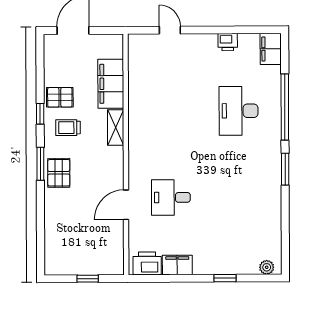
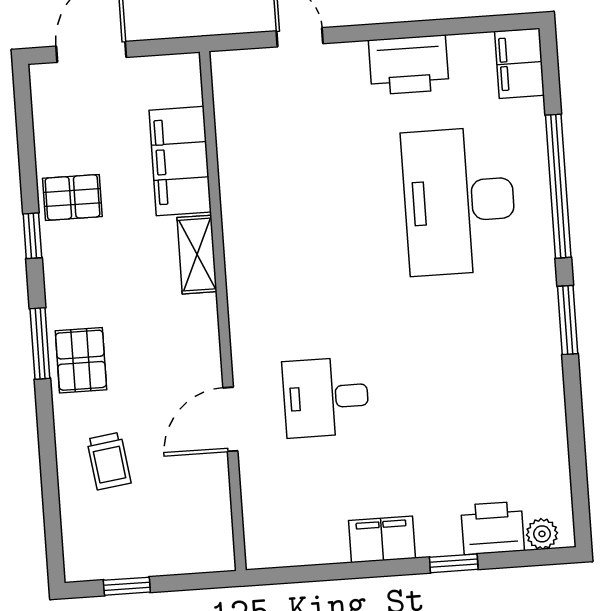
printer: (228, 42) -> (409, 65), width x1.87, depth x1.48
desk: (239, 111) -> (459, 201), width x1.36, depth x1.30
trolley: (68, 128) -> (109, 461), moved, turned -98
printer: (147, 263) -> (493, 528), moved
filing cabinet: (177, 265) -> (382, 539), moved
window: (88, 279) -> (127, 586), moved

